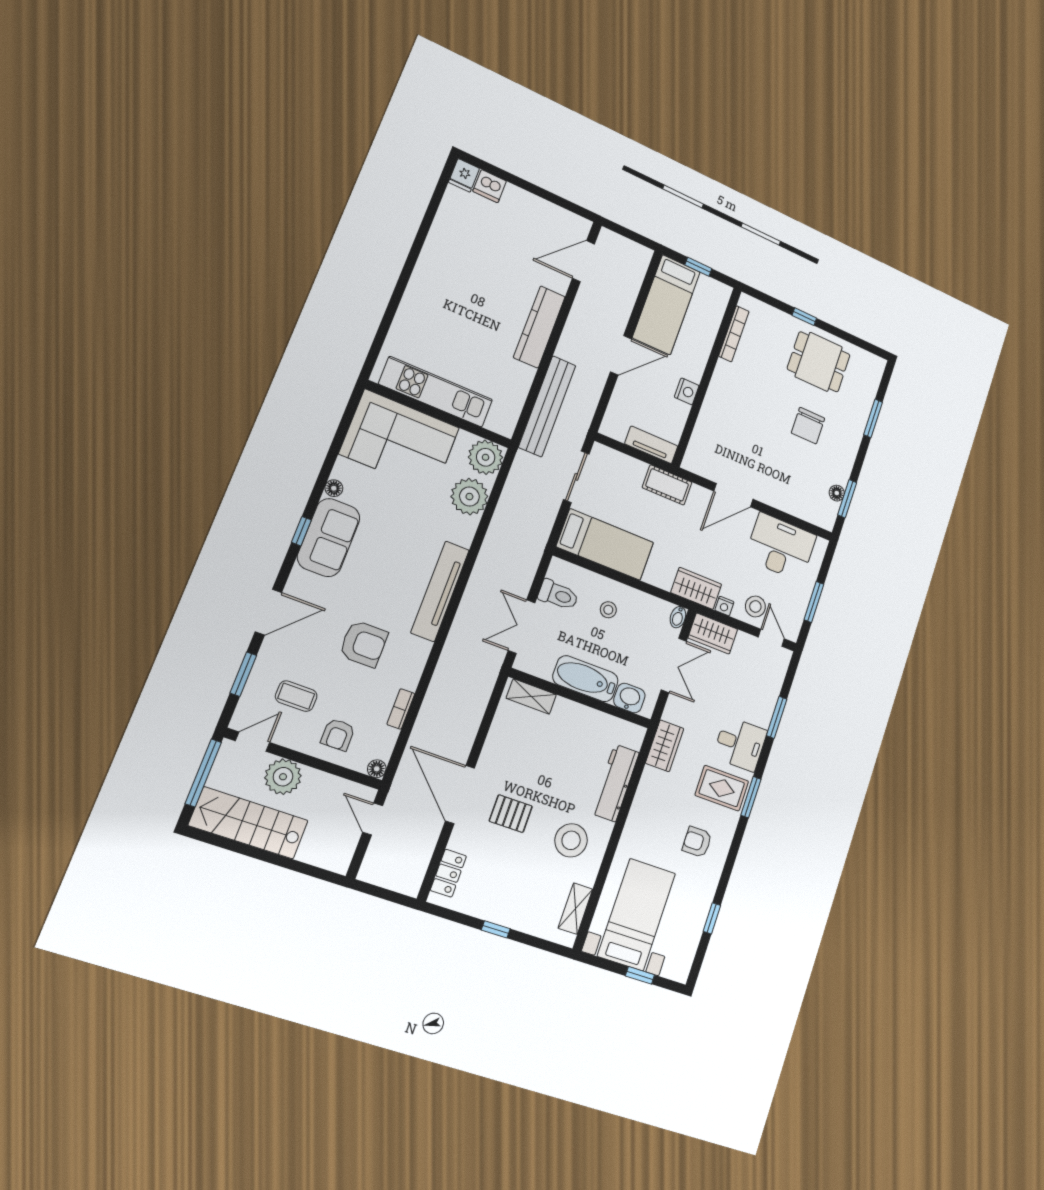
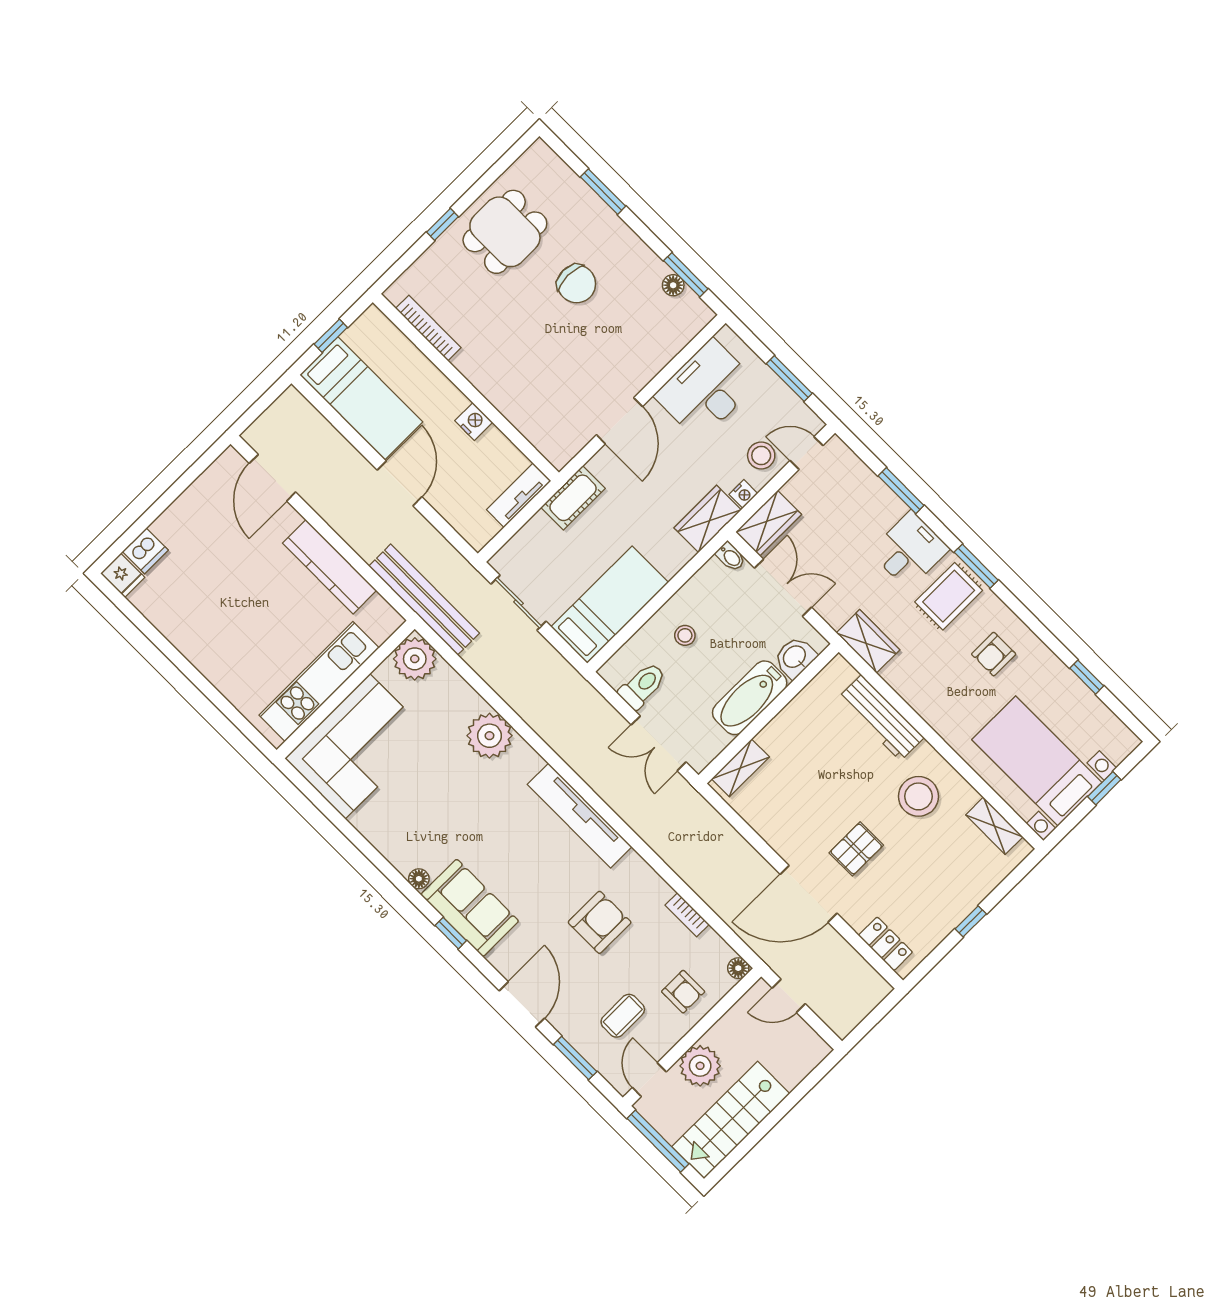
kitchen unit: (436, 392) -> (319, 681), moved
wall: (439, 414) -> (346, 689), moved
corner sofa: (400, 441) -> (357, 746), moved
plant: (486, 457) -> (415, 659), moved

